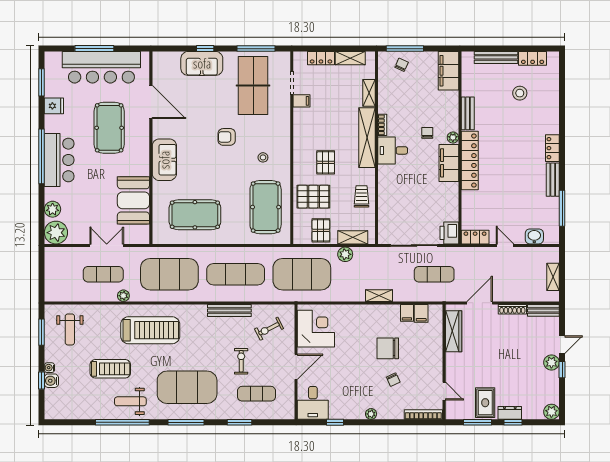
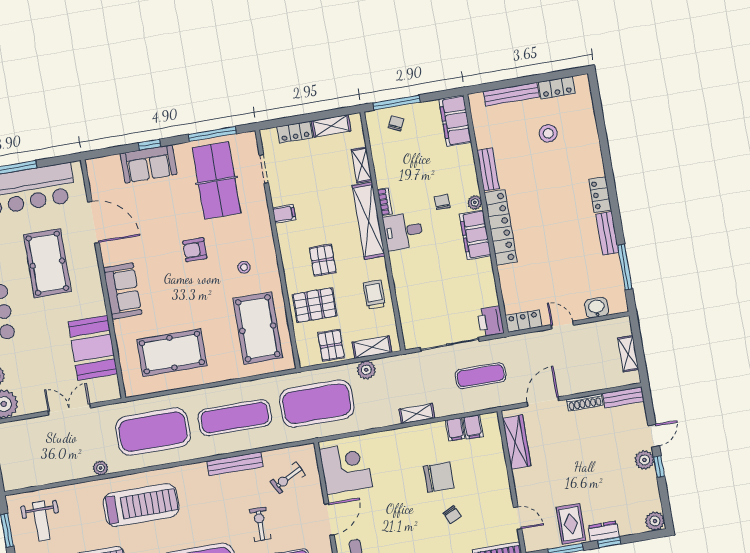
filing cabinet: (302, 101) -> (284, 214), moved
exercise mat: (103, 274) -> (71, 446), removed
chair: (388, 348) -> (439, 477), turned 180

